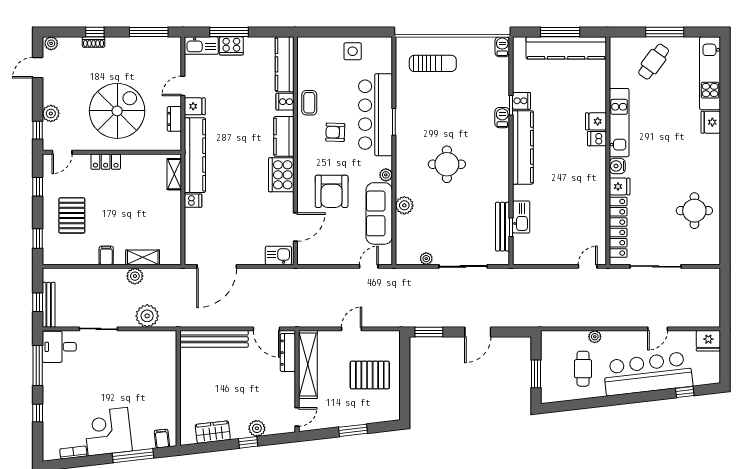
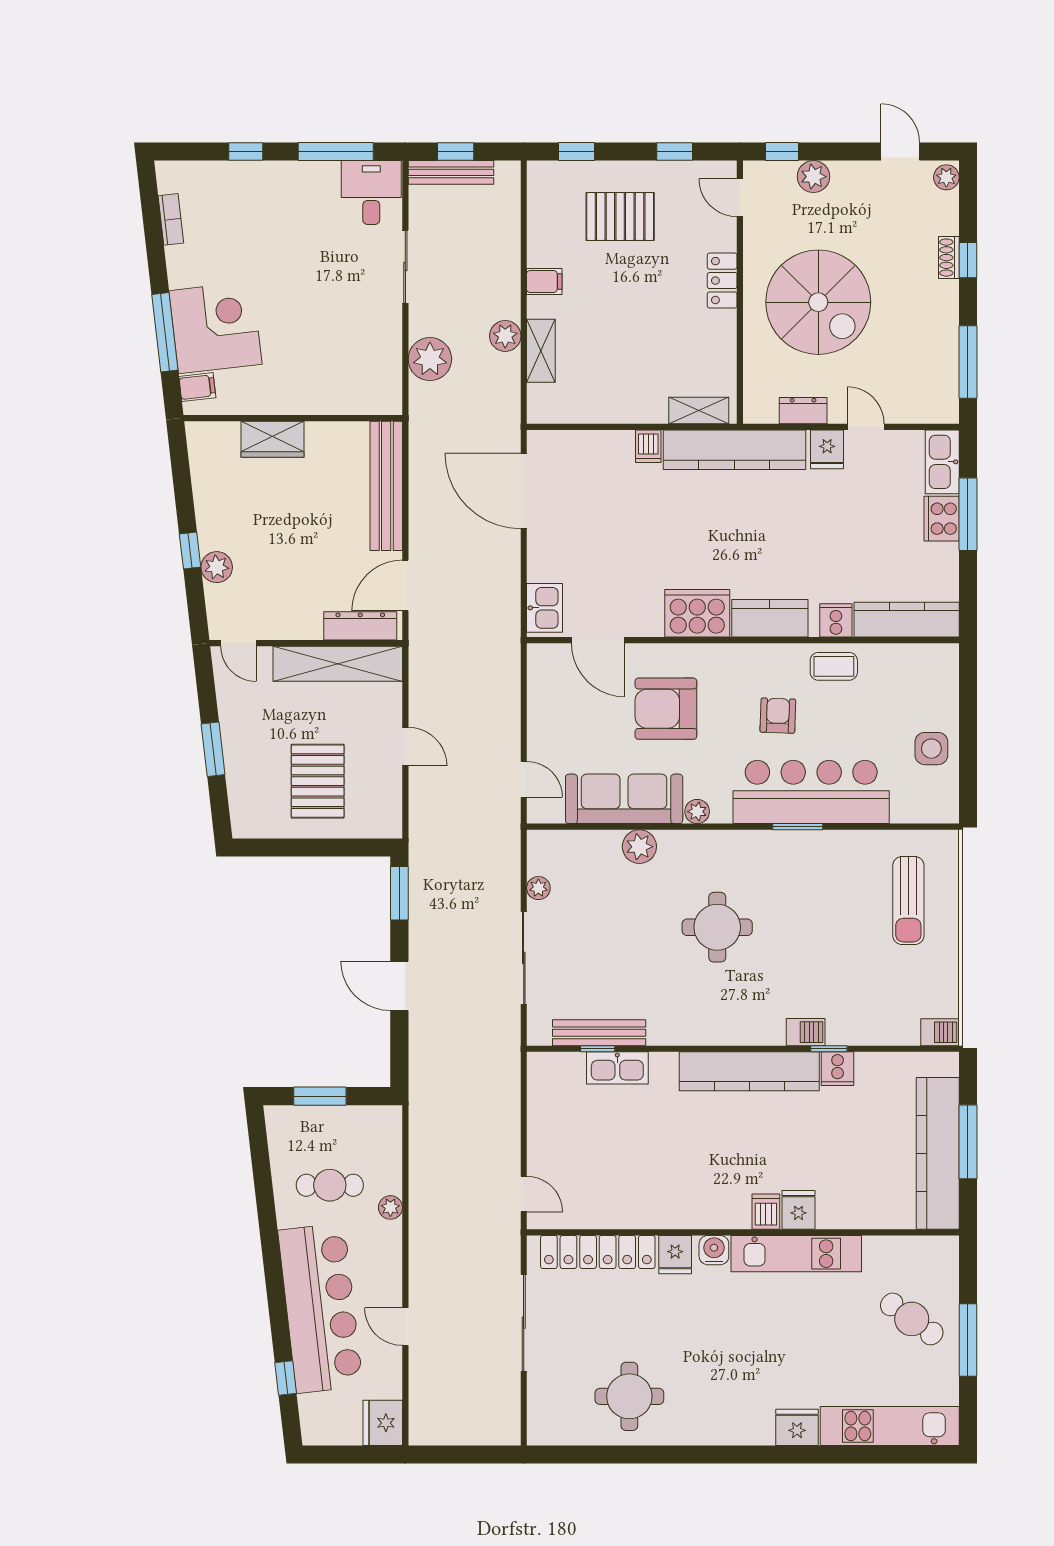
corner desk: (108, 432) -> (216, 327), moved
wardrobe: (213, 432) -> (273, 439), moved, turned 97

